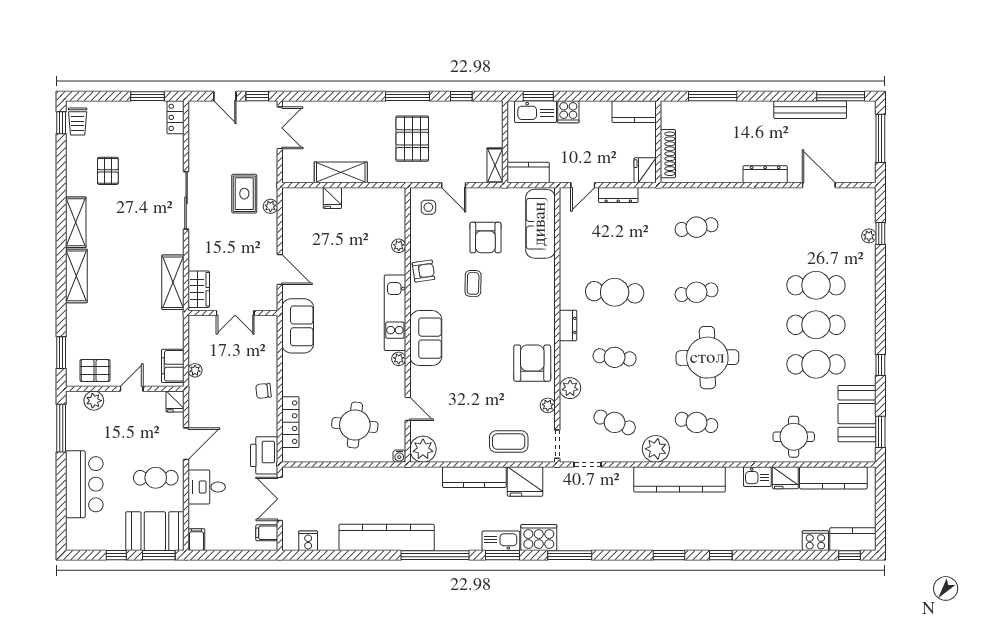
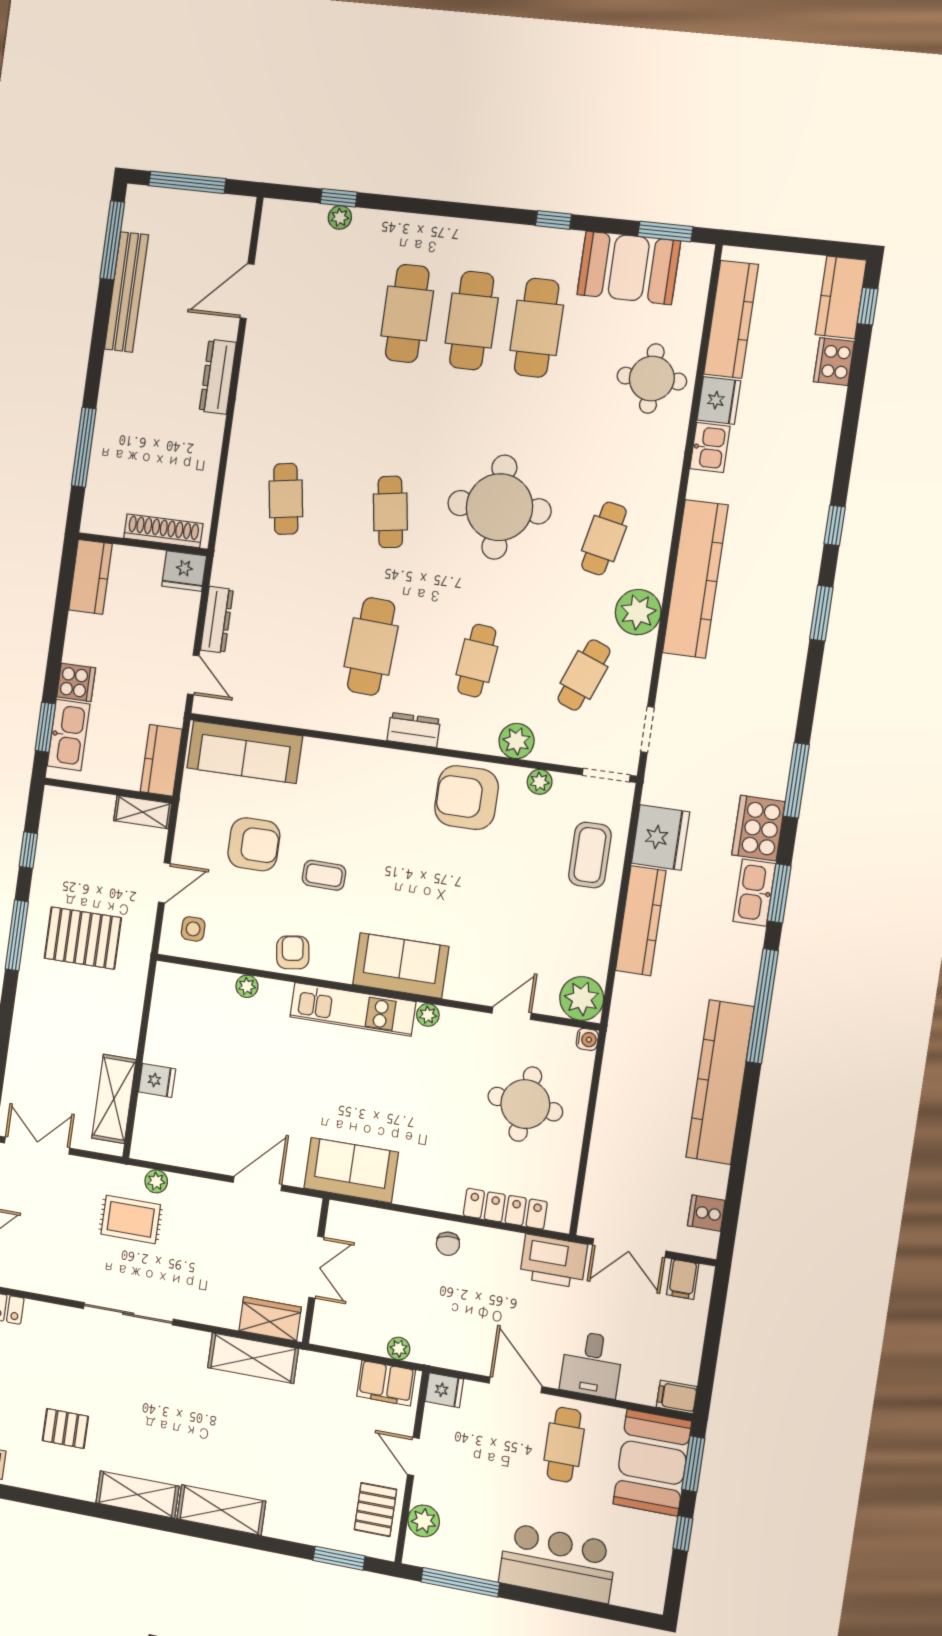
shelving: (341, 172) -> (114, 1099), moved

